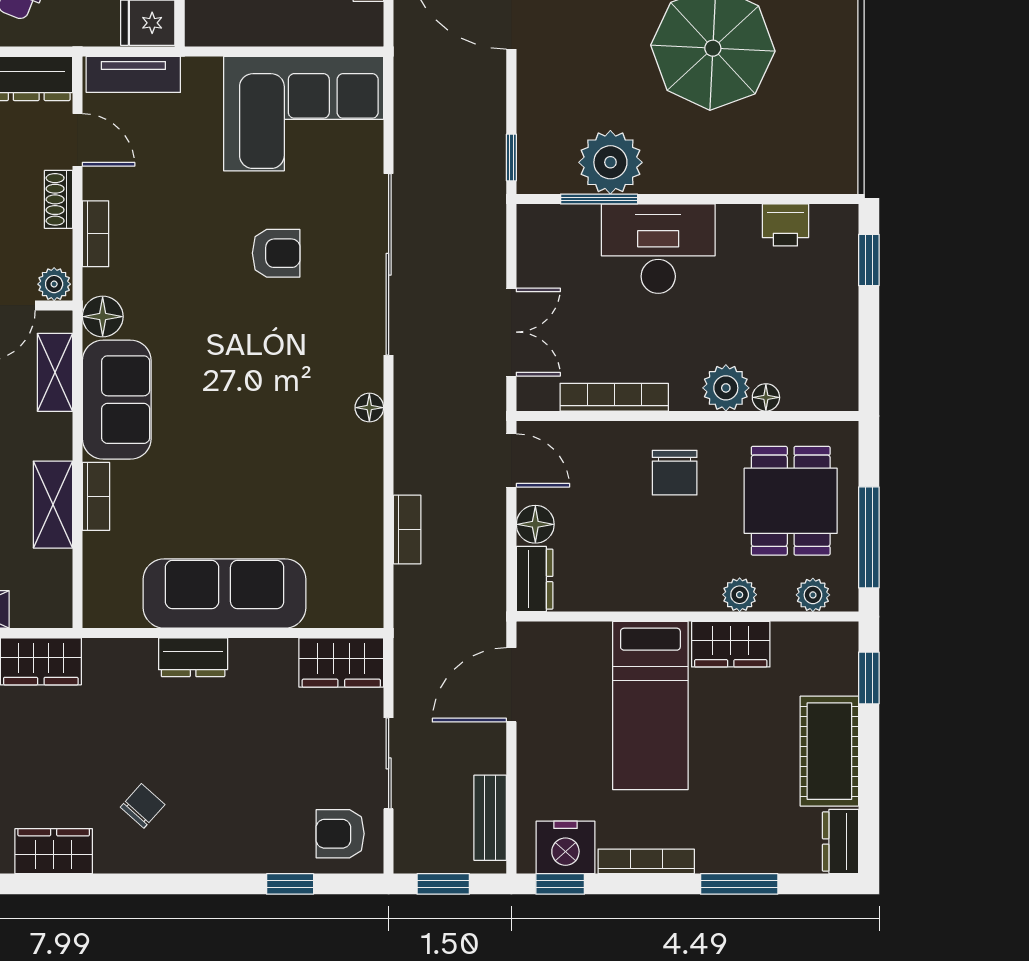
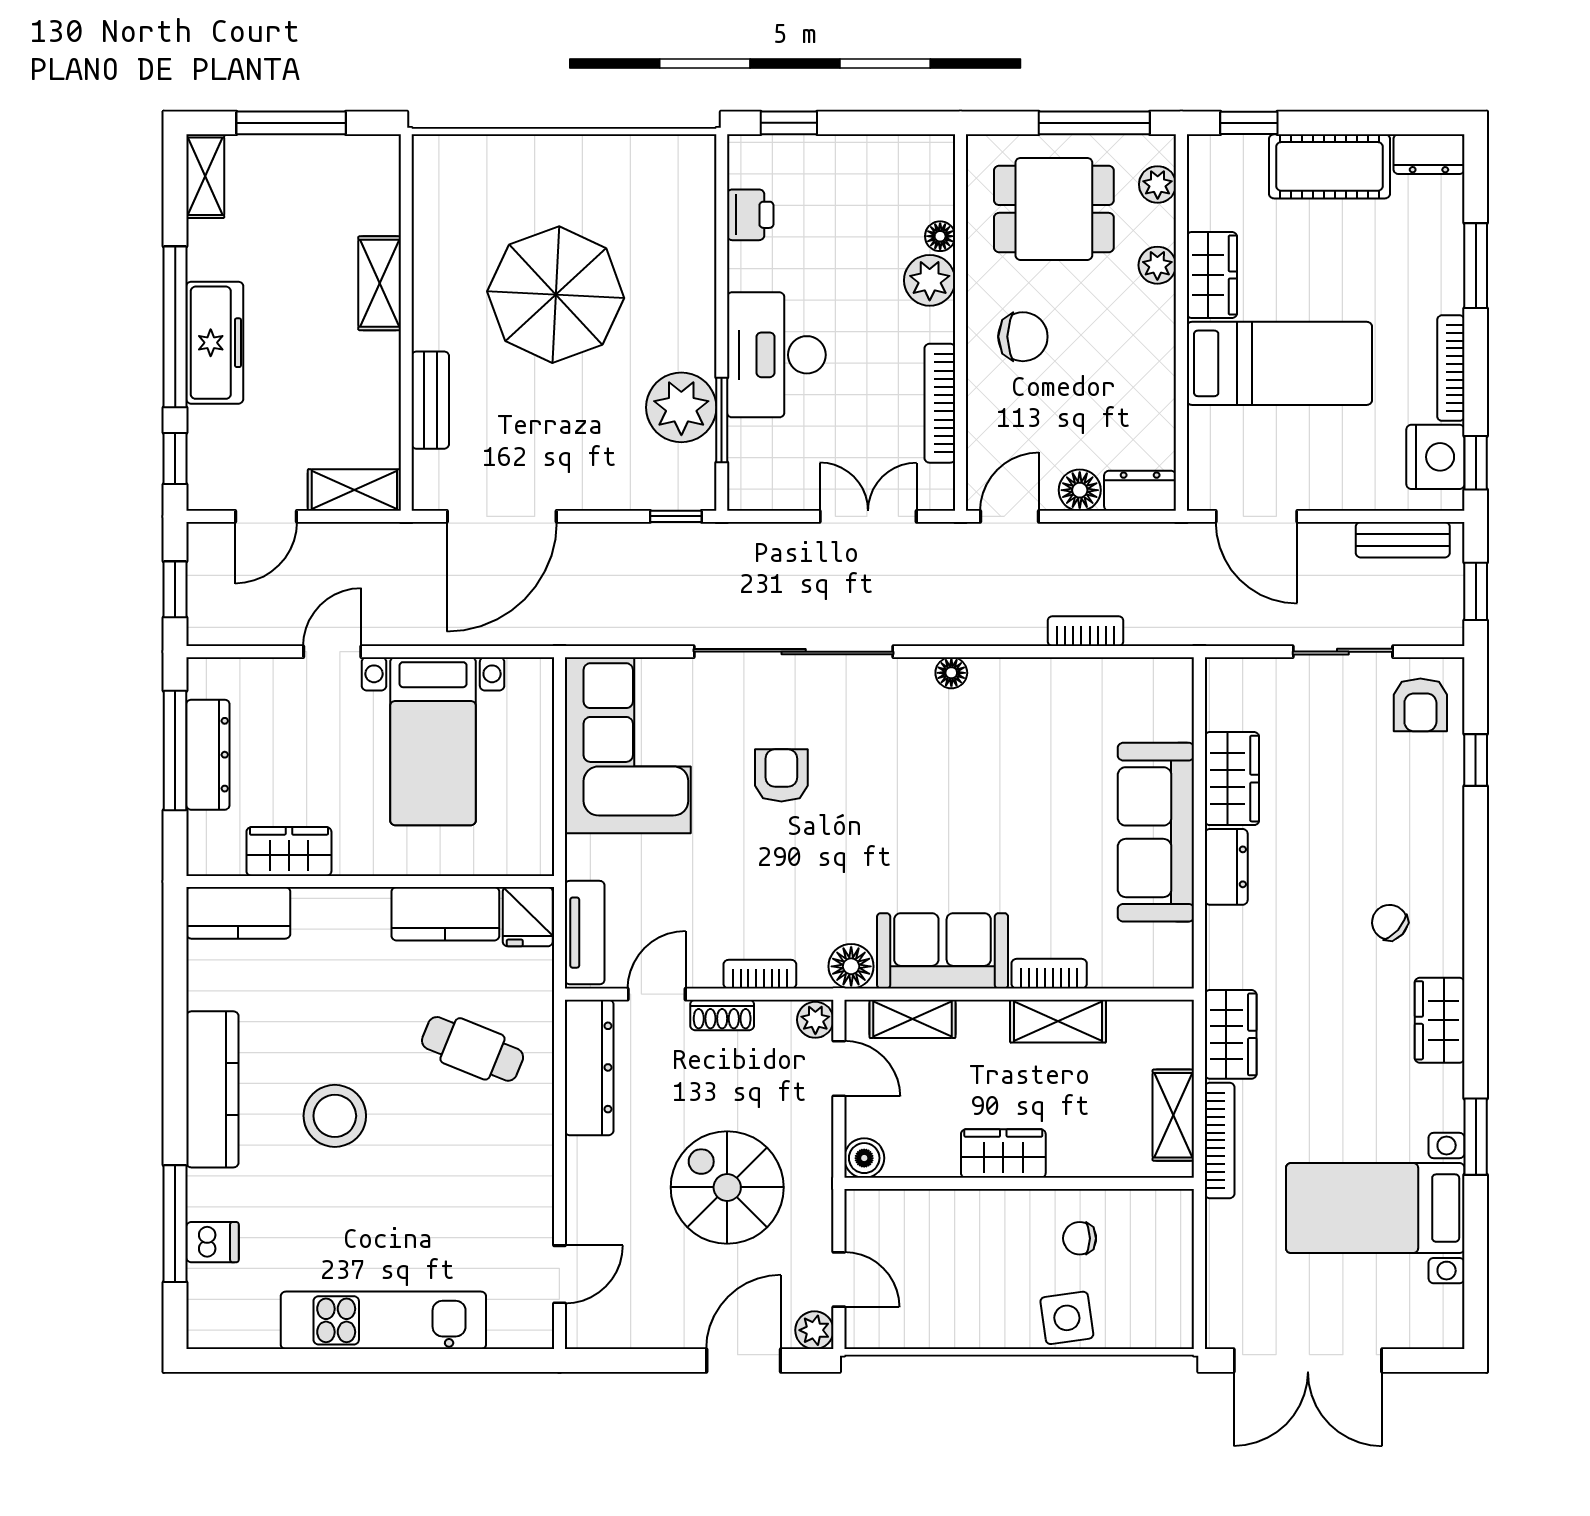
wardrobe: (341, 662) -> (1232, 779), moved

